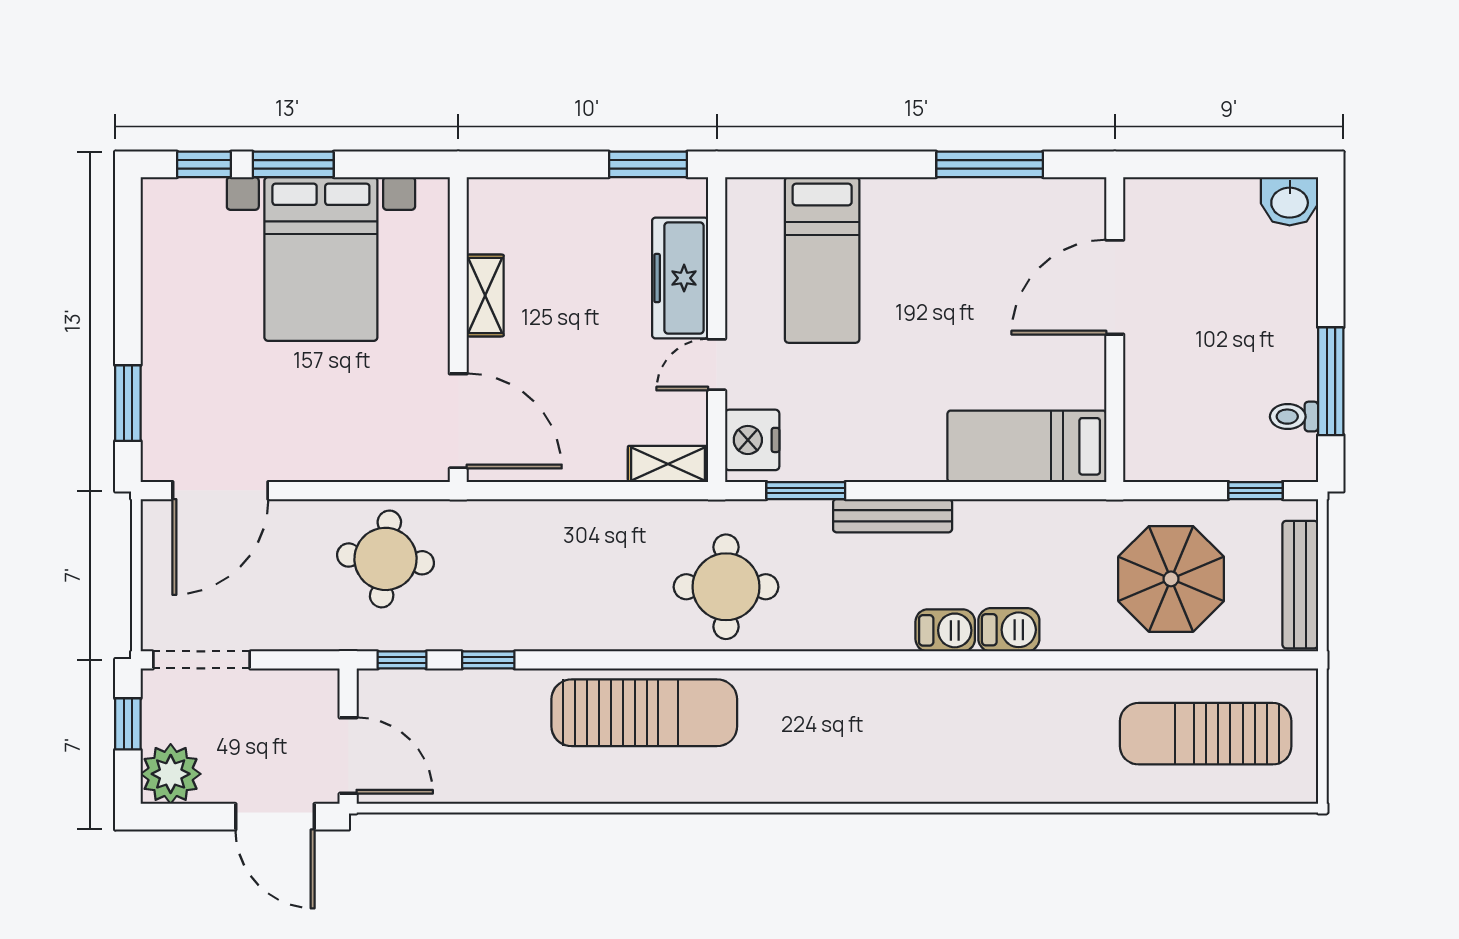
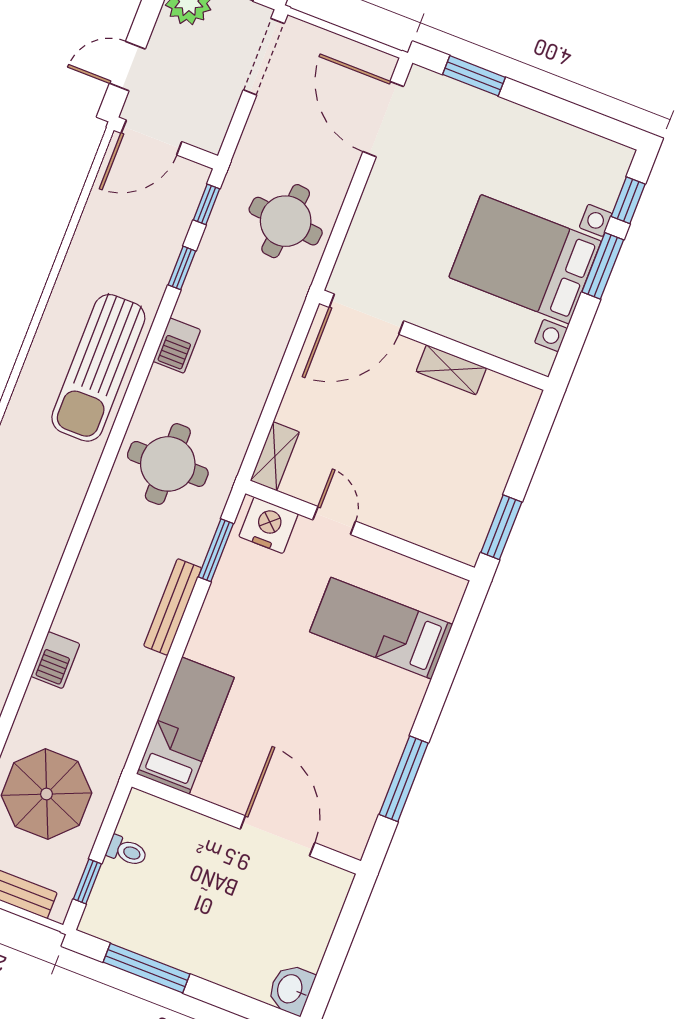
freezer: (680, 278) -> (408, 518), removed
toilet: (1294, 417) -> (127, 851), moved, turned 90
barbecue: (945, 630) -> (177, 346), moved
door: (275, 817) -> (127, 66), width x0.73

